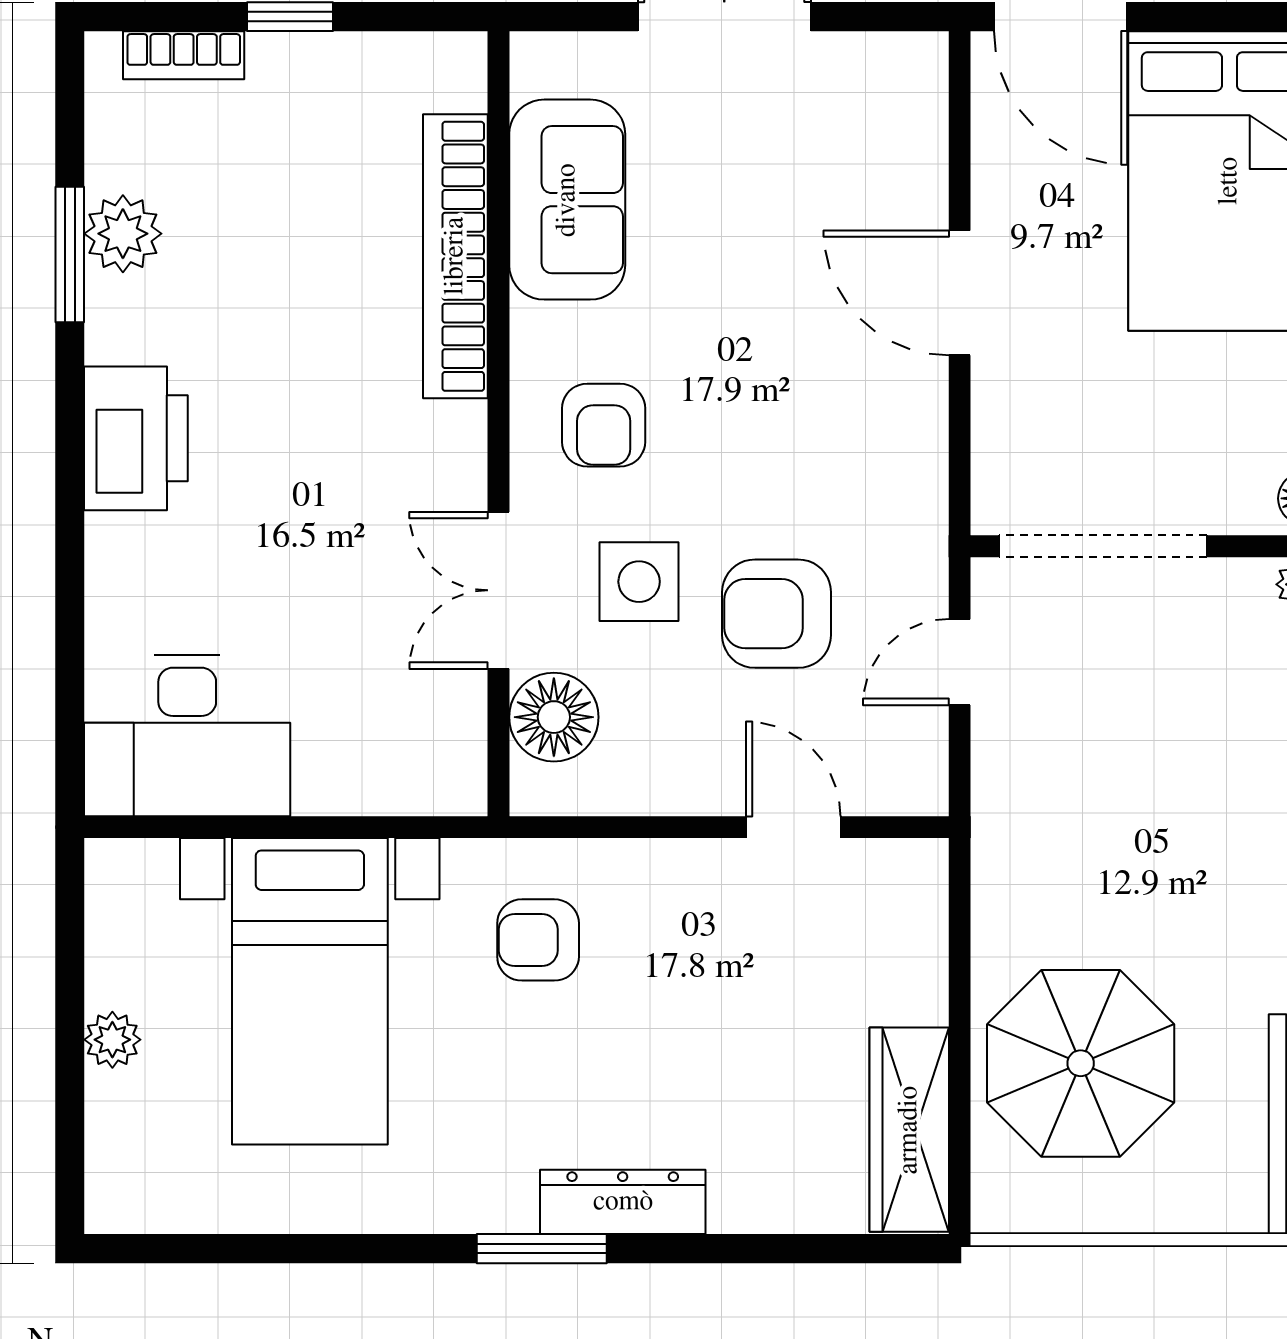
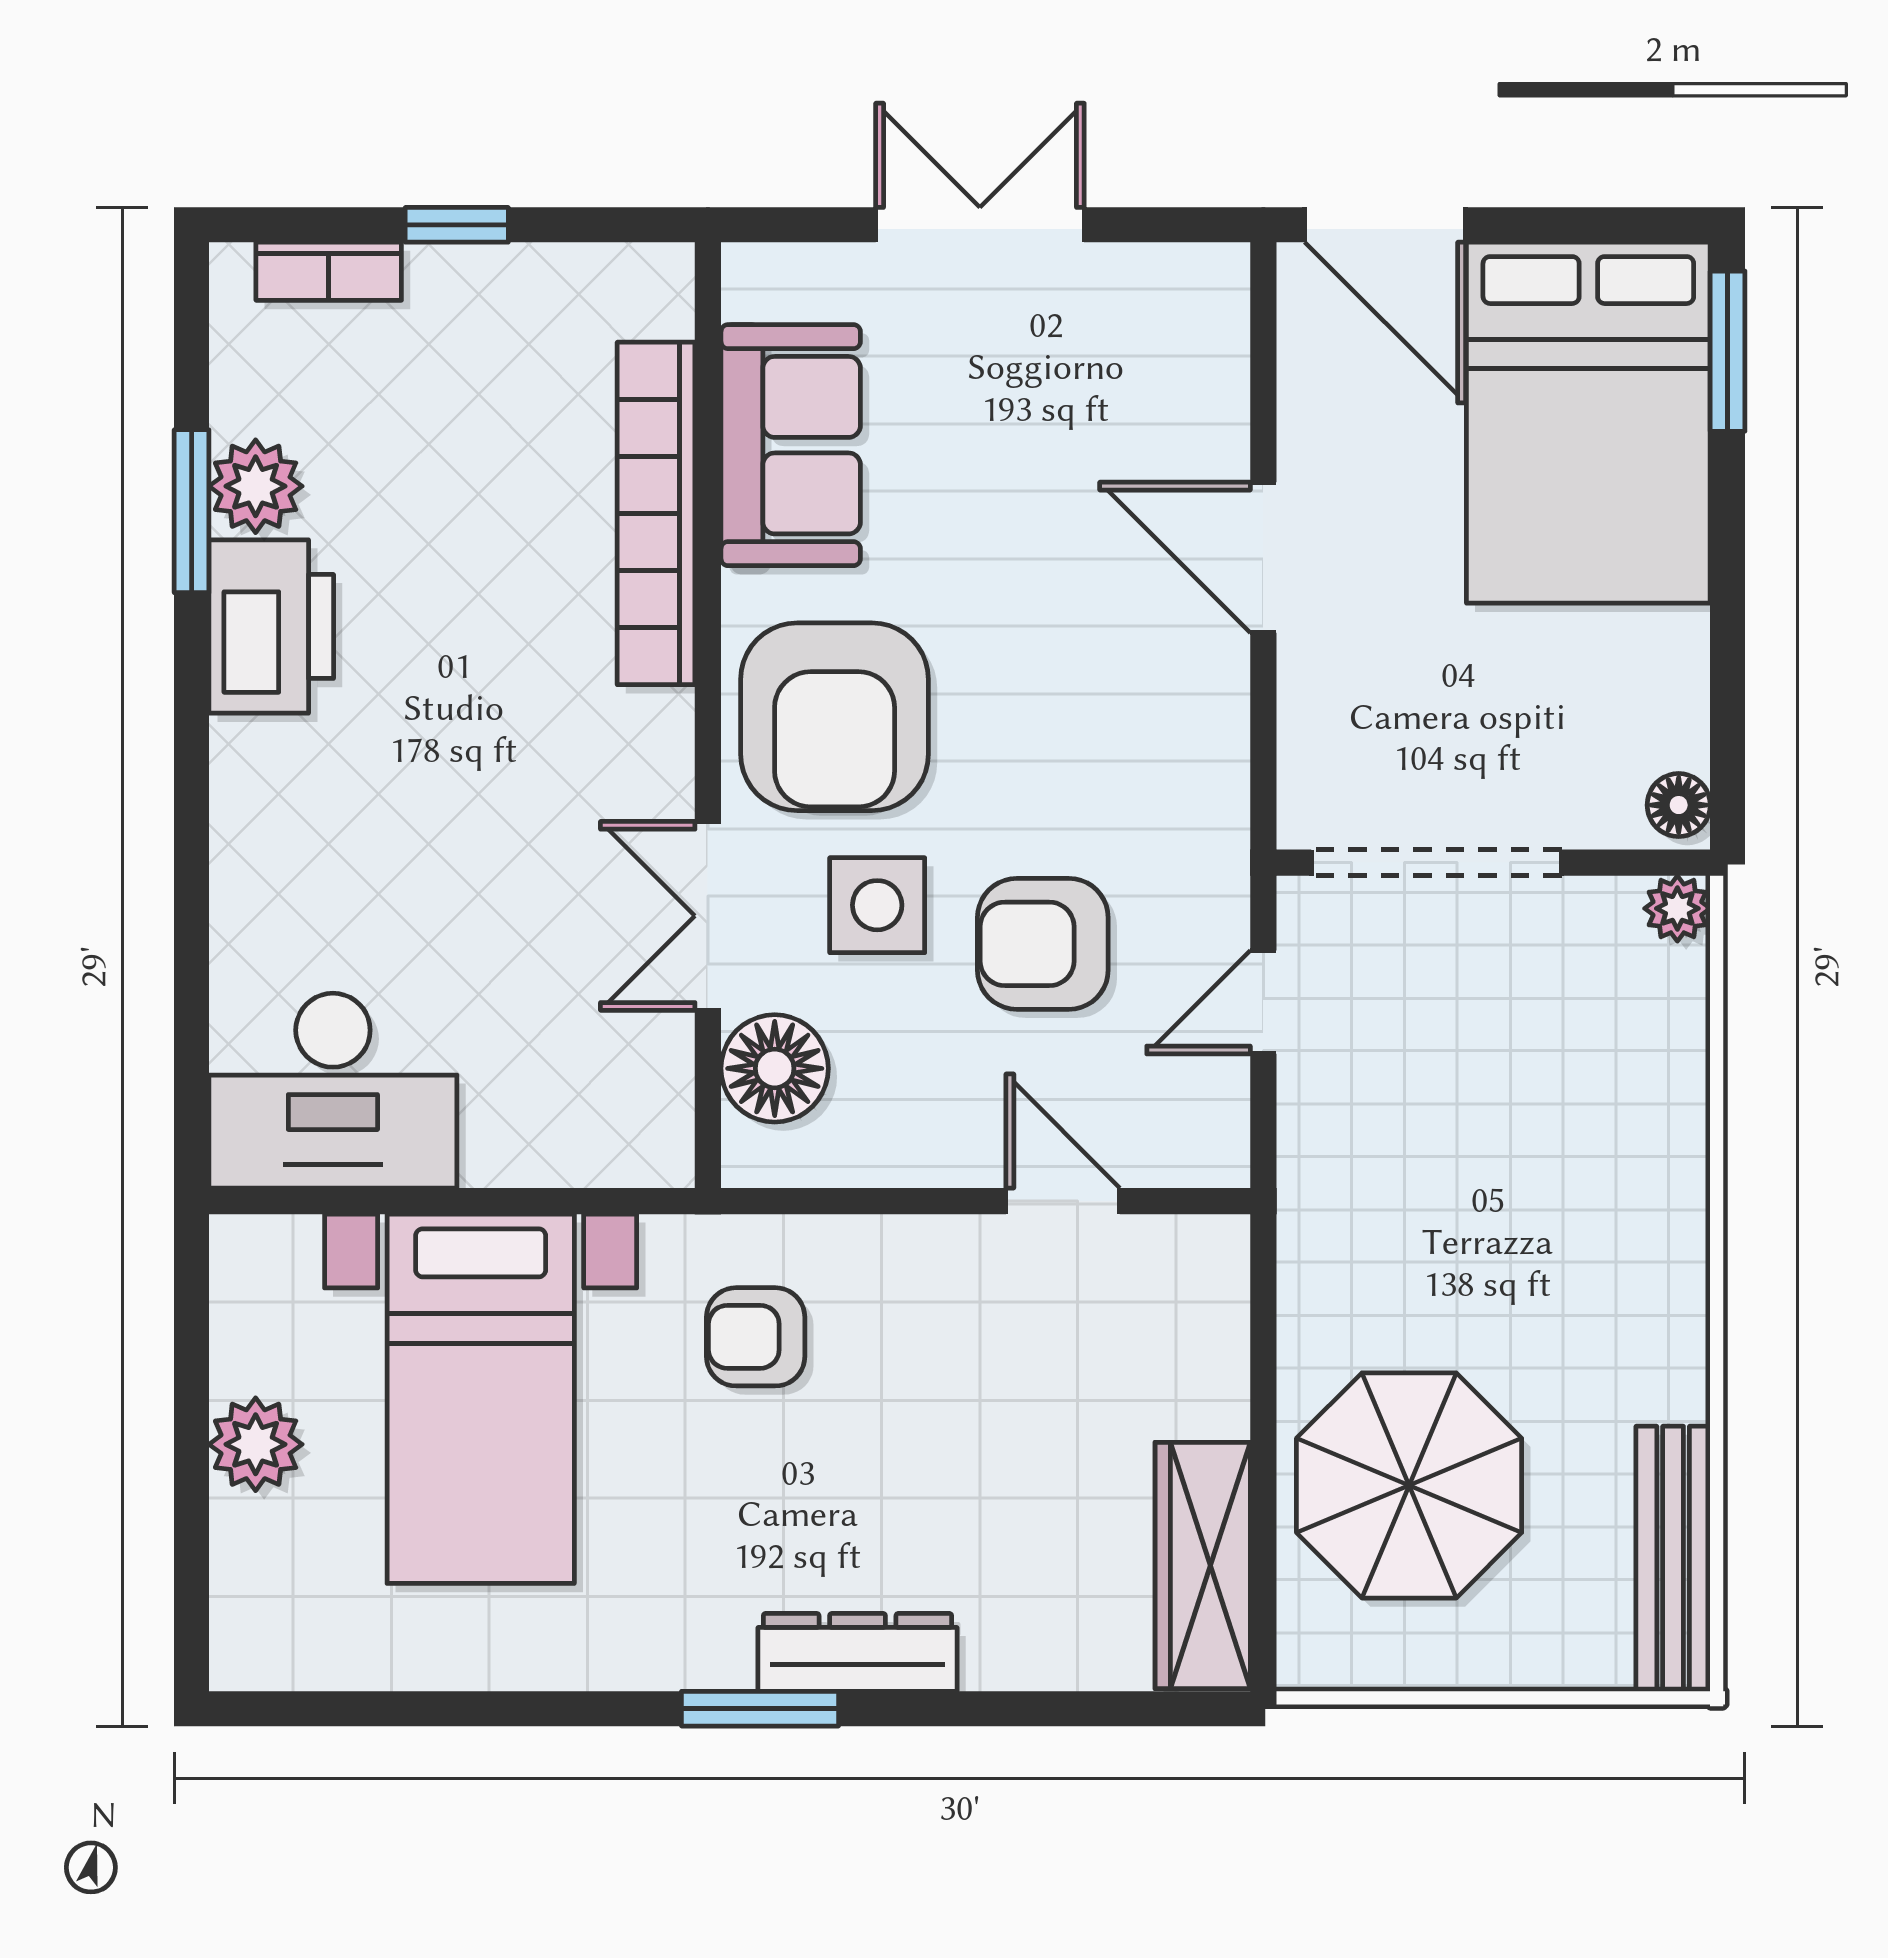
armchair: (604, 425) -> (835, 717), width x1.88, depth x1.88
printer: (136, 438) -> (271, 626), moved
plant: (112, 1040) -> (256, 1444), width x1.38, depth x1.38

